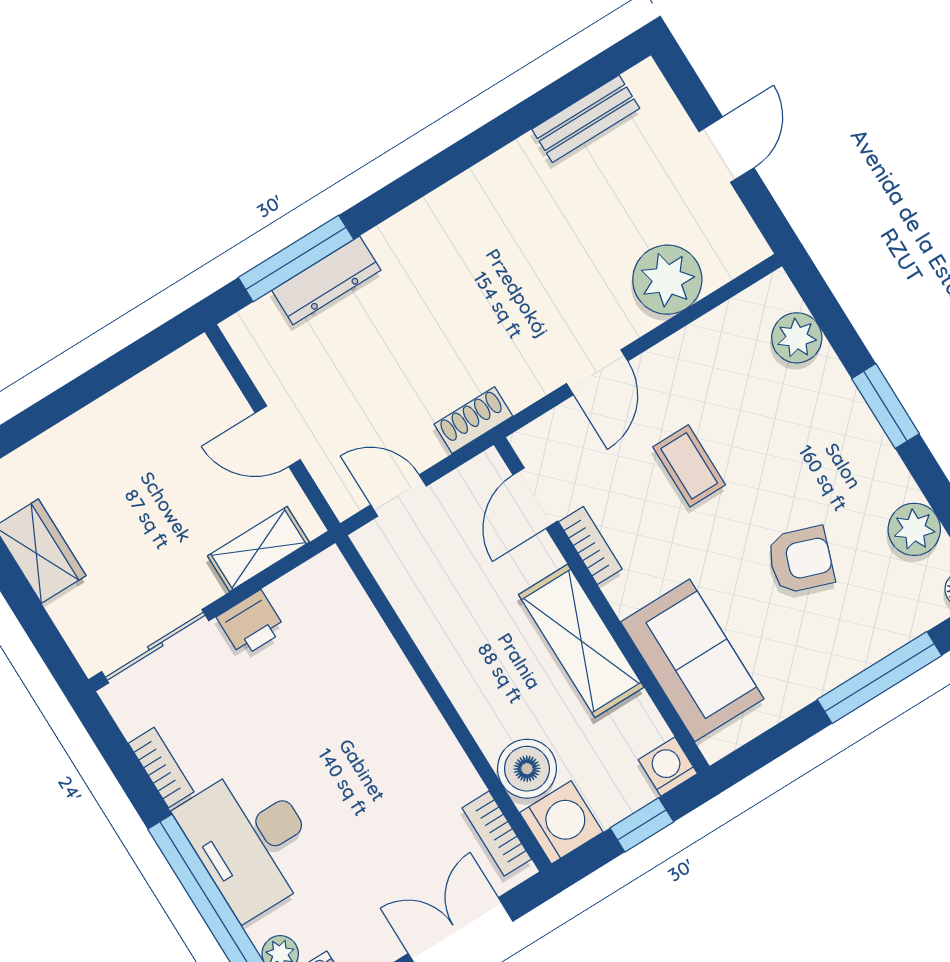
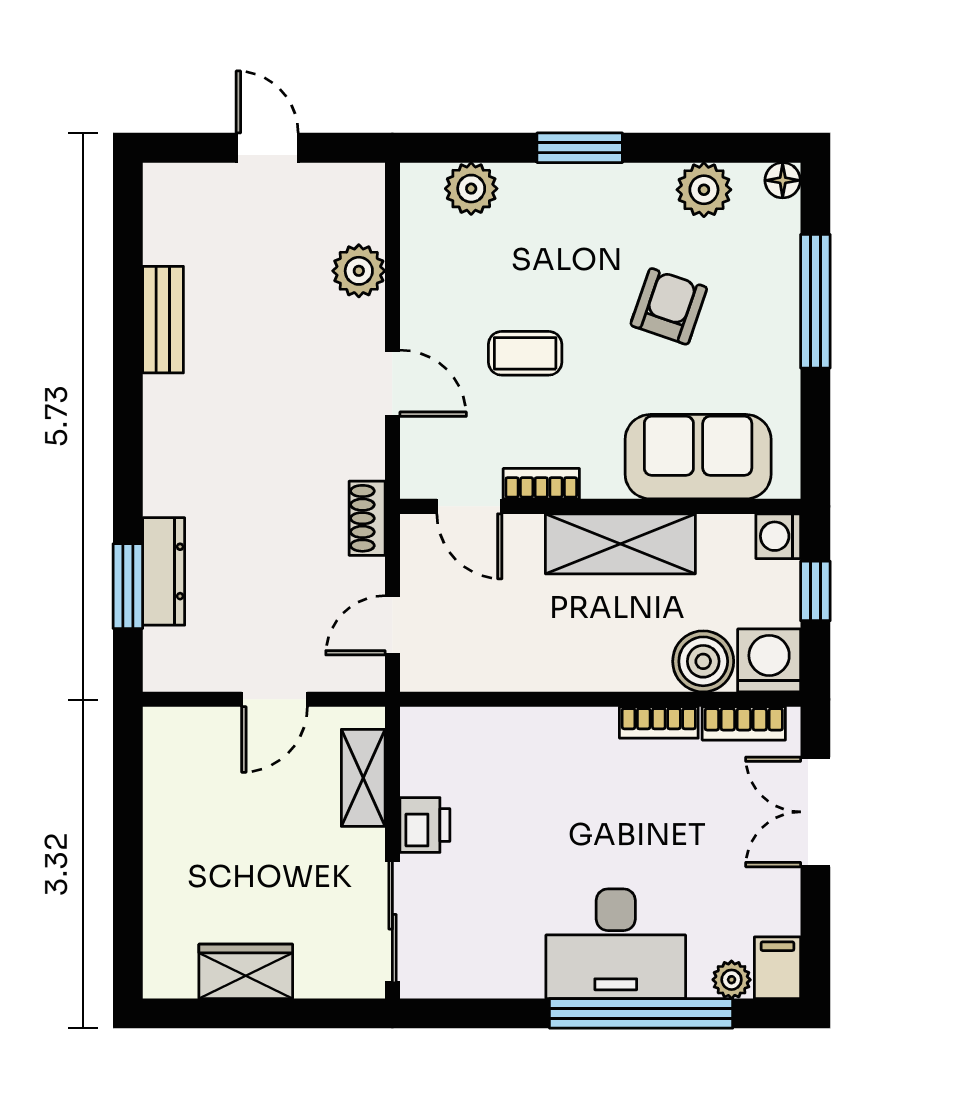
bench: (586, 119) -> (163, 320), moved
window: (296, 258) -> (128, 586), width x0.69
plant: (667, 280) -> (359, 271), width x0.73, depth x0.73
bookcase: (161, 768) -> (659, 722), moved, turned 180

